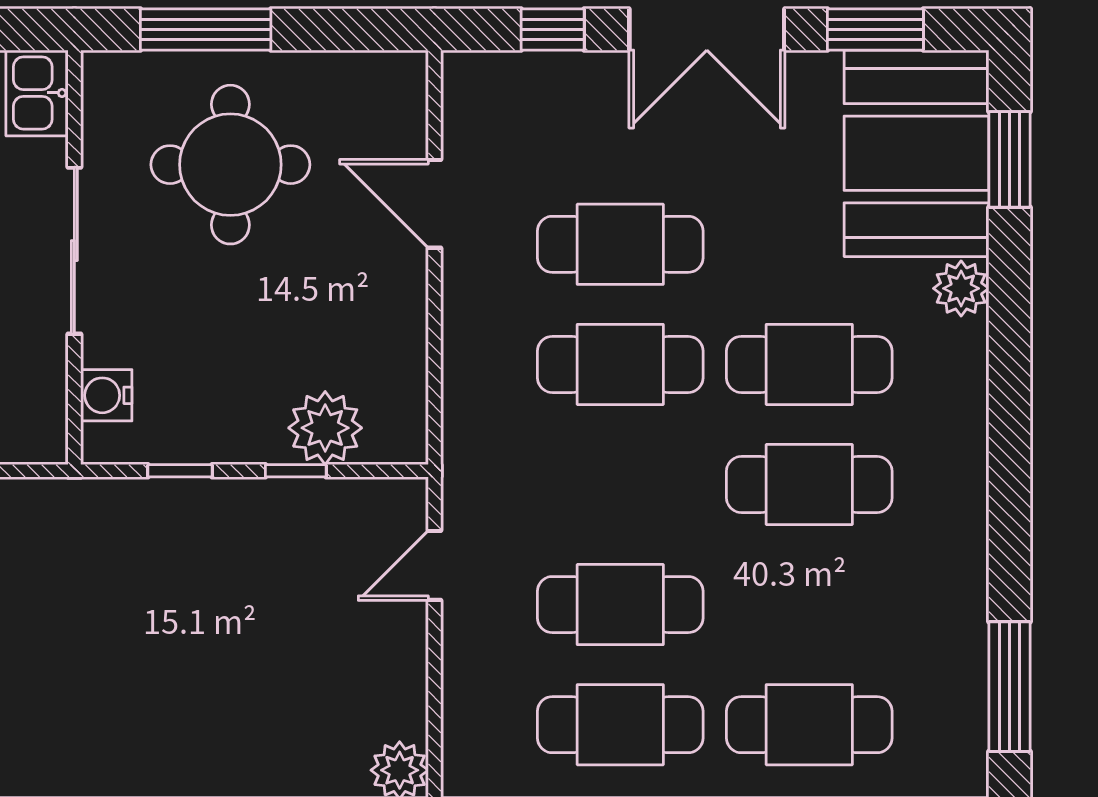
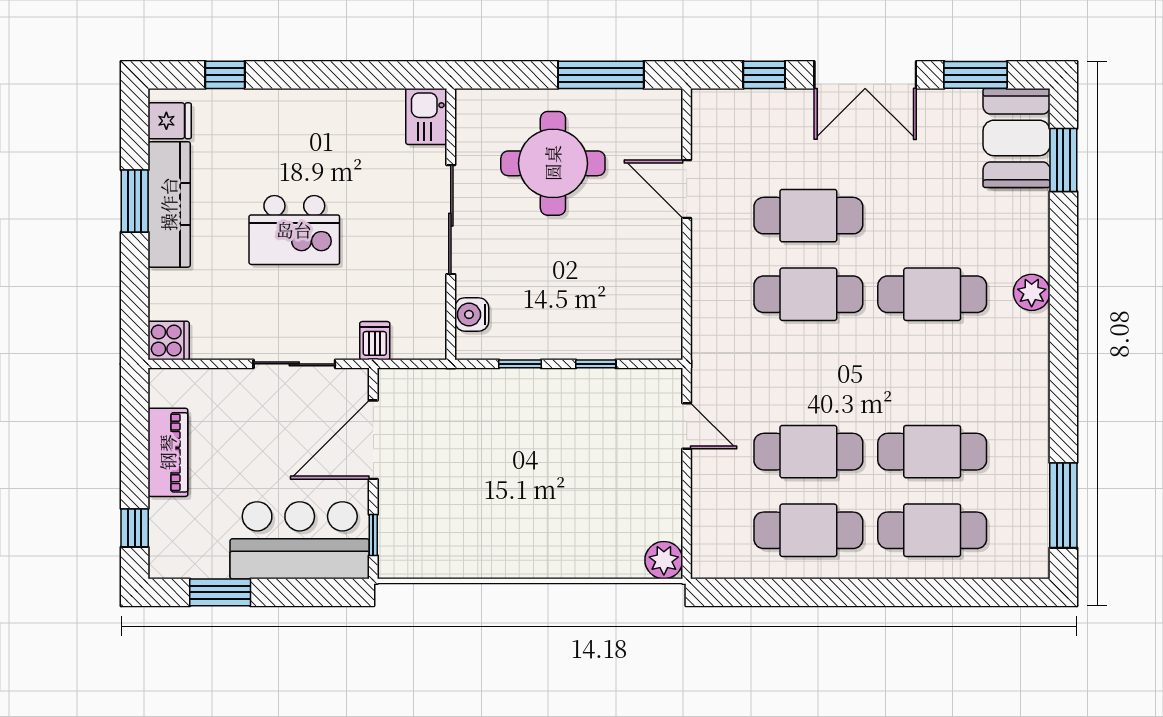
window: (206, 29) -> (601, 75), moved
booth: (916, 153) -> (1017, 138), width x0.73, depth x0.70
plant: (961, 288) -> (1032, 292), moved
plant: (325, 428) -> (615, 336), removed
cafe table: (809, 485) -> (932, 452), moved
door: (434, 565) -> (687, 426), swing flipped

